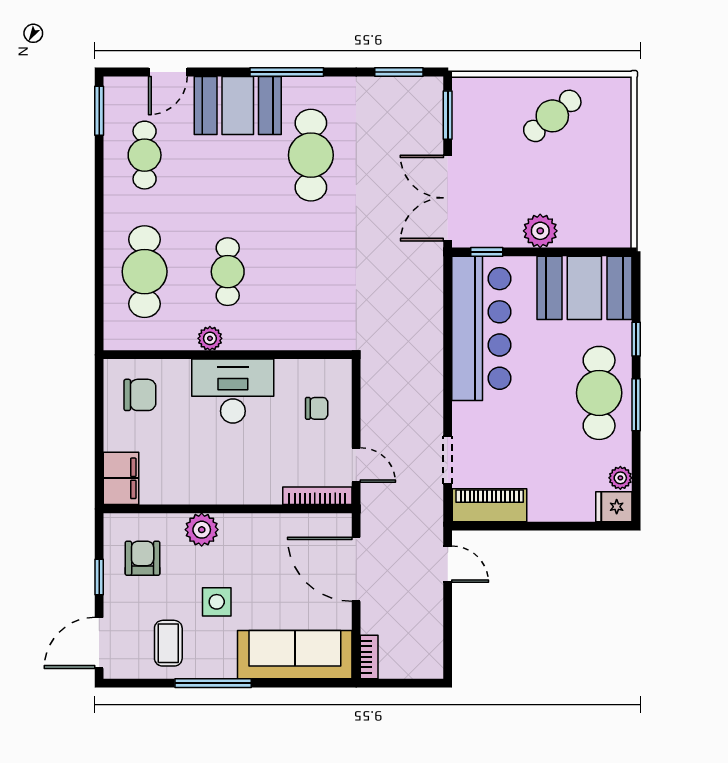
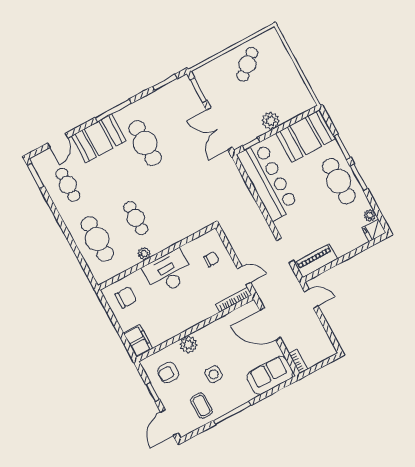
window: (636, 339) -> (342, 147), width x1.50
armchair: (143, 558) -> (168, 373), turned -90
sofa: (295, 655) -> (270, 375), width x0.73

